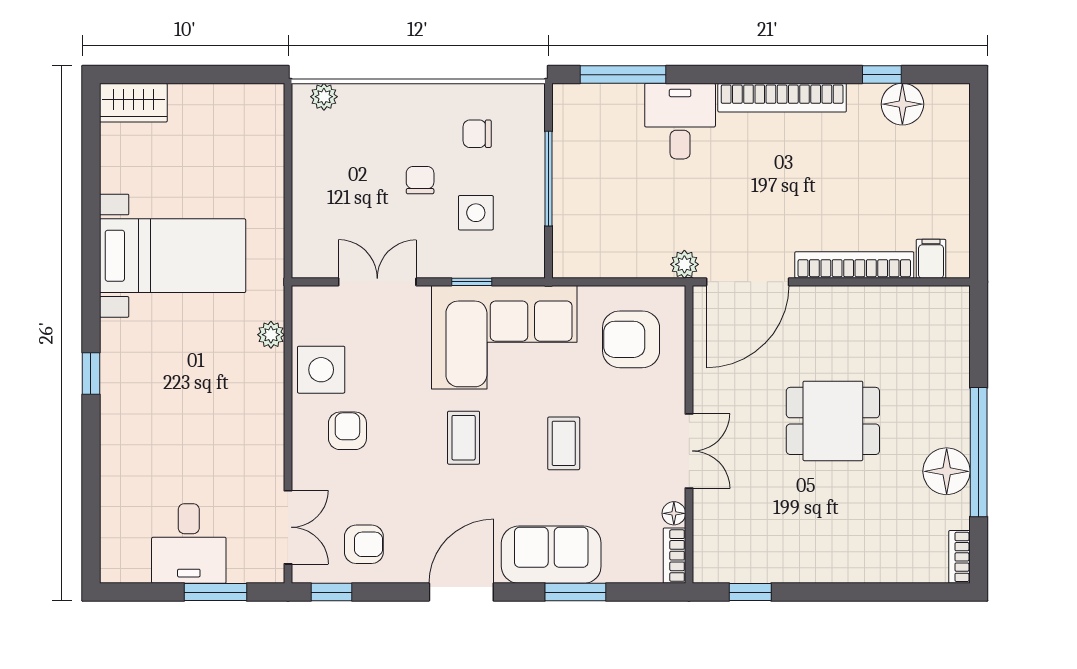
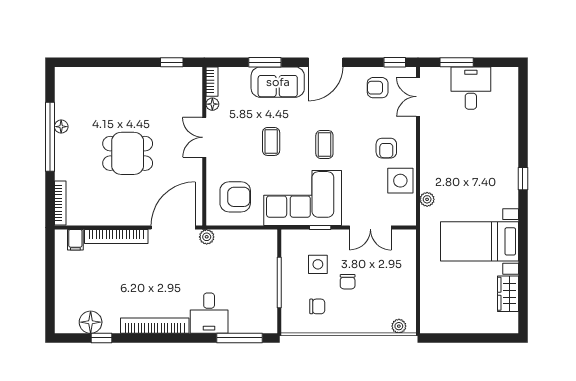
wardrobe: (133, 103) -> (508, 294), moved, turned -90
floor lamp: (947, 471) -> (61, 127), width x0.53, depth x0.53
bookcase: (959, 557) -> (60, 203), moved, width x1.56

